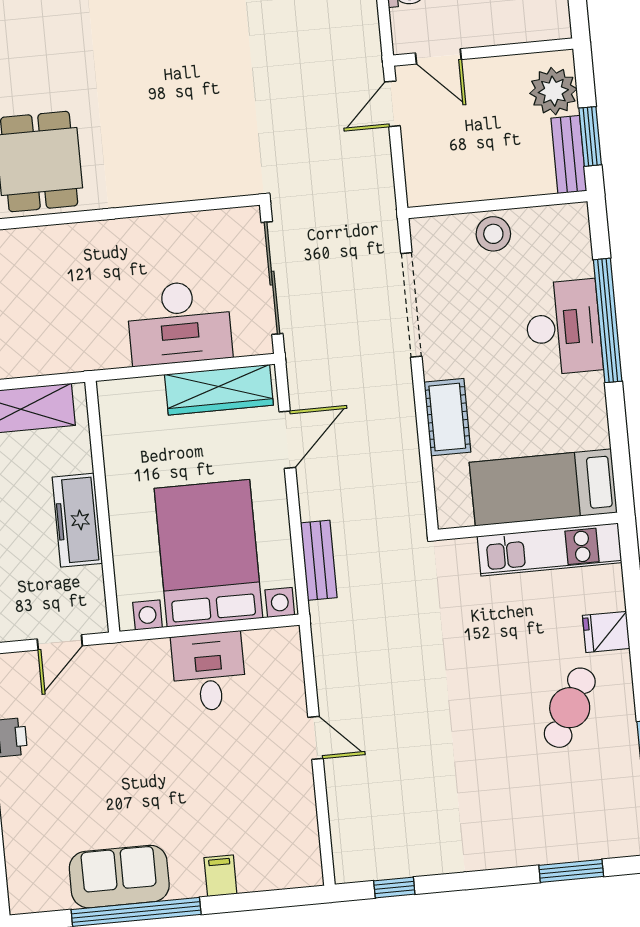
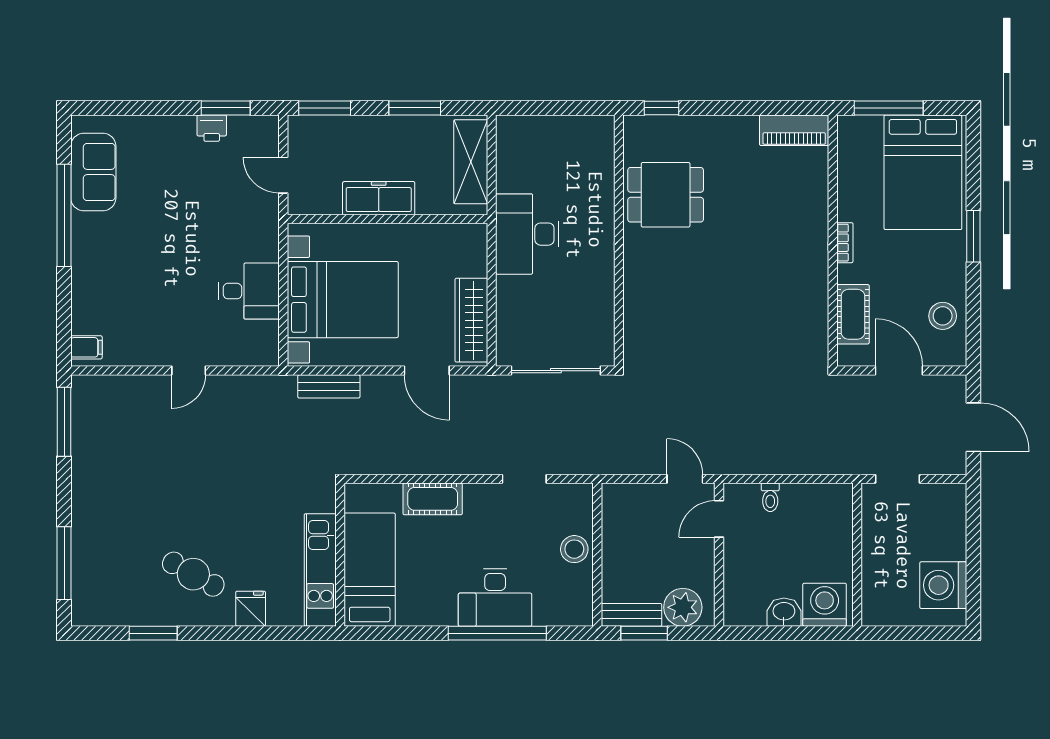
doorway: (411, 305) -> (524, 479), width x0.53
desk: (179, 323) -> (527, 234), moved
window: (571, 871) -> (64, 563), width x1.44
filing cabinet: (220, 876) -> (86, 347), moved
sofa: (119, 877) -> (93, 172), moved
window: (394, 888) -> (64, 422), width x2.17

